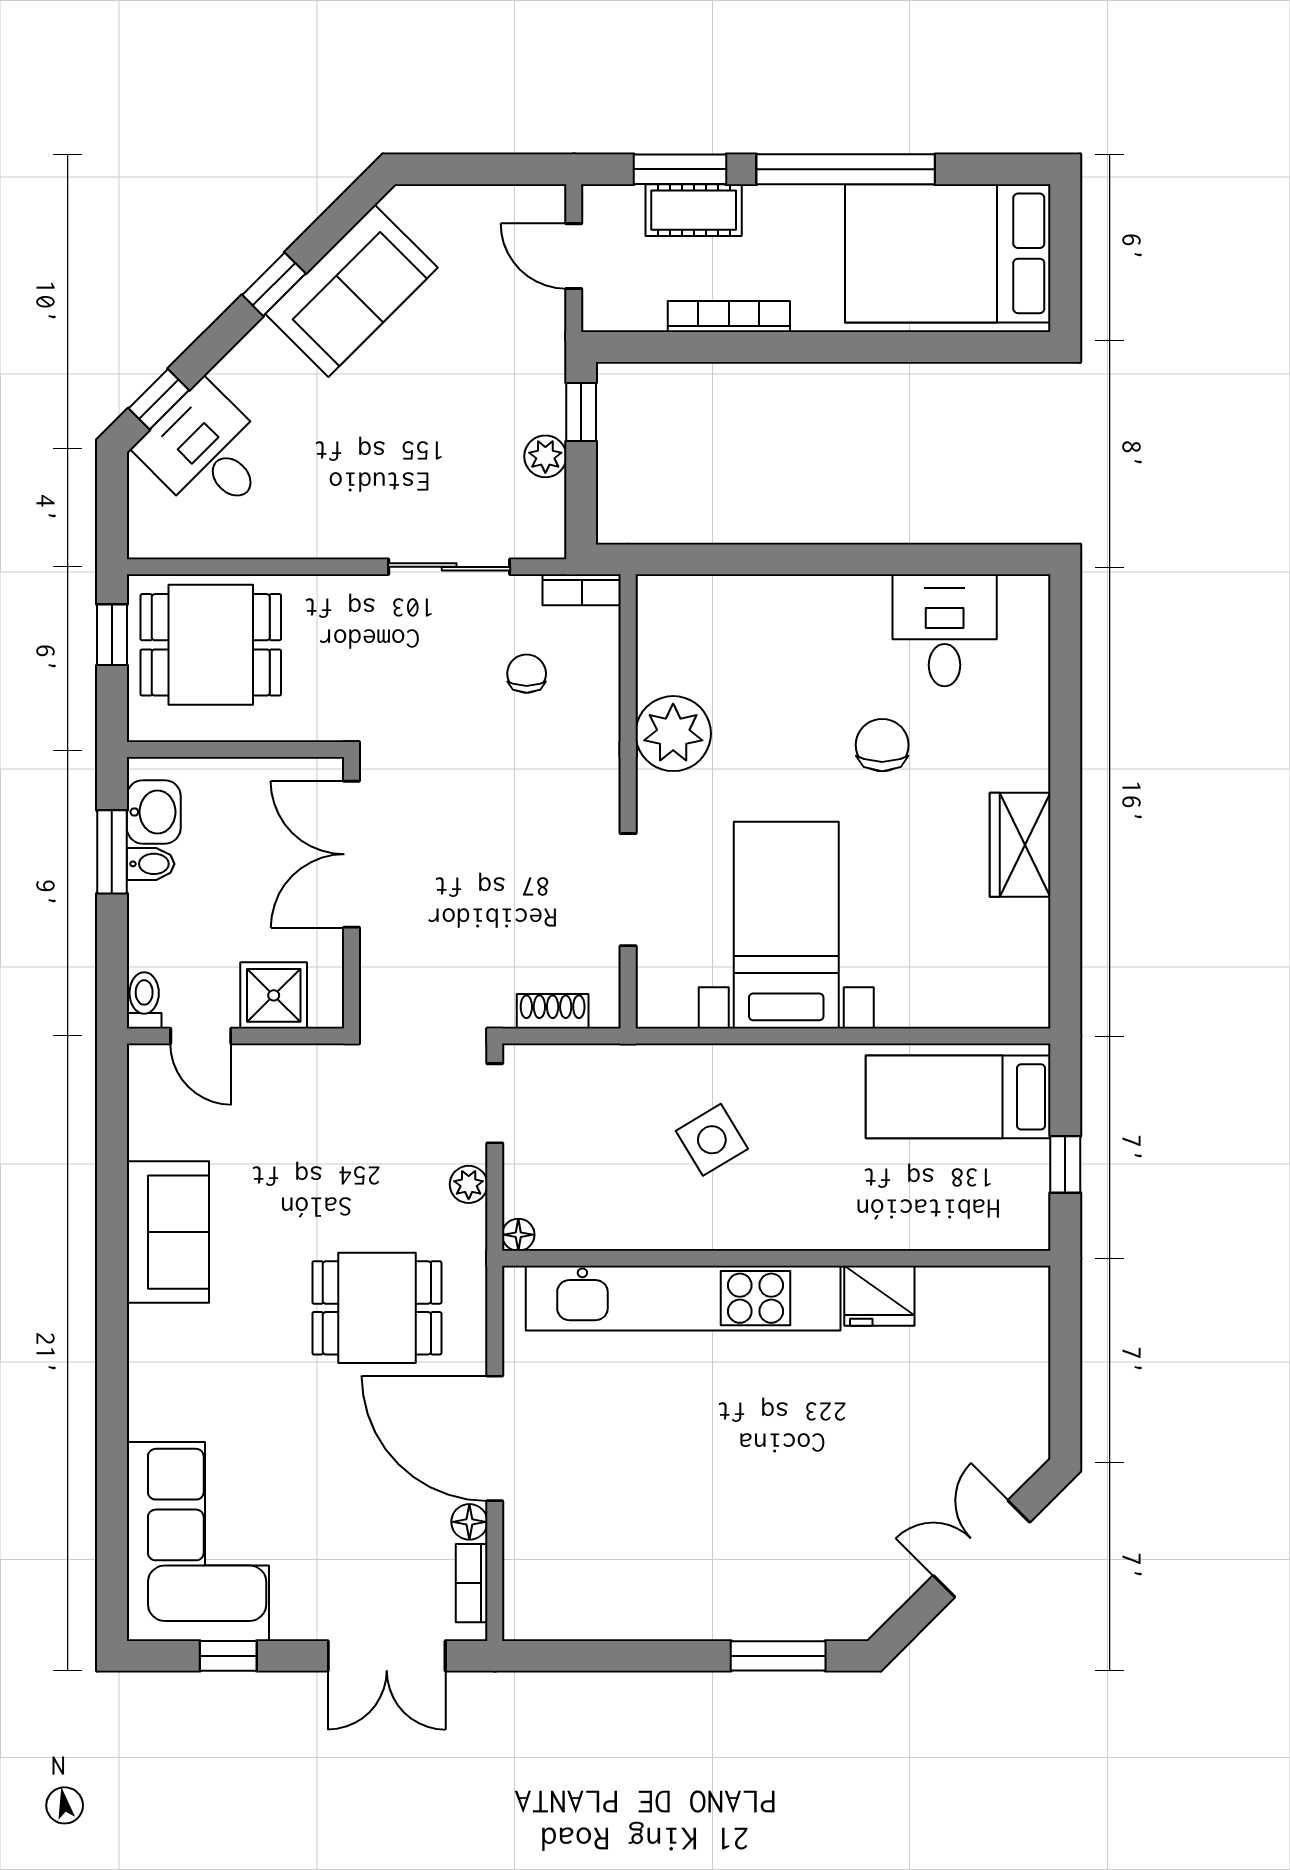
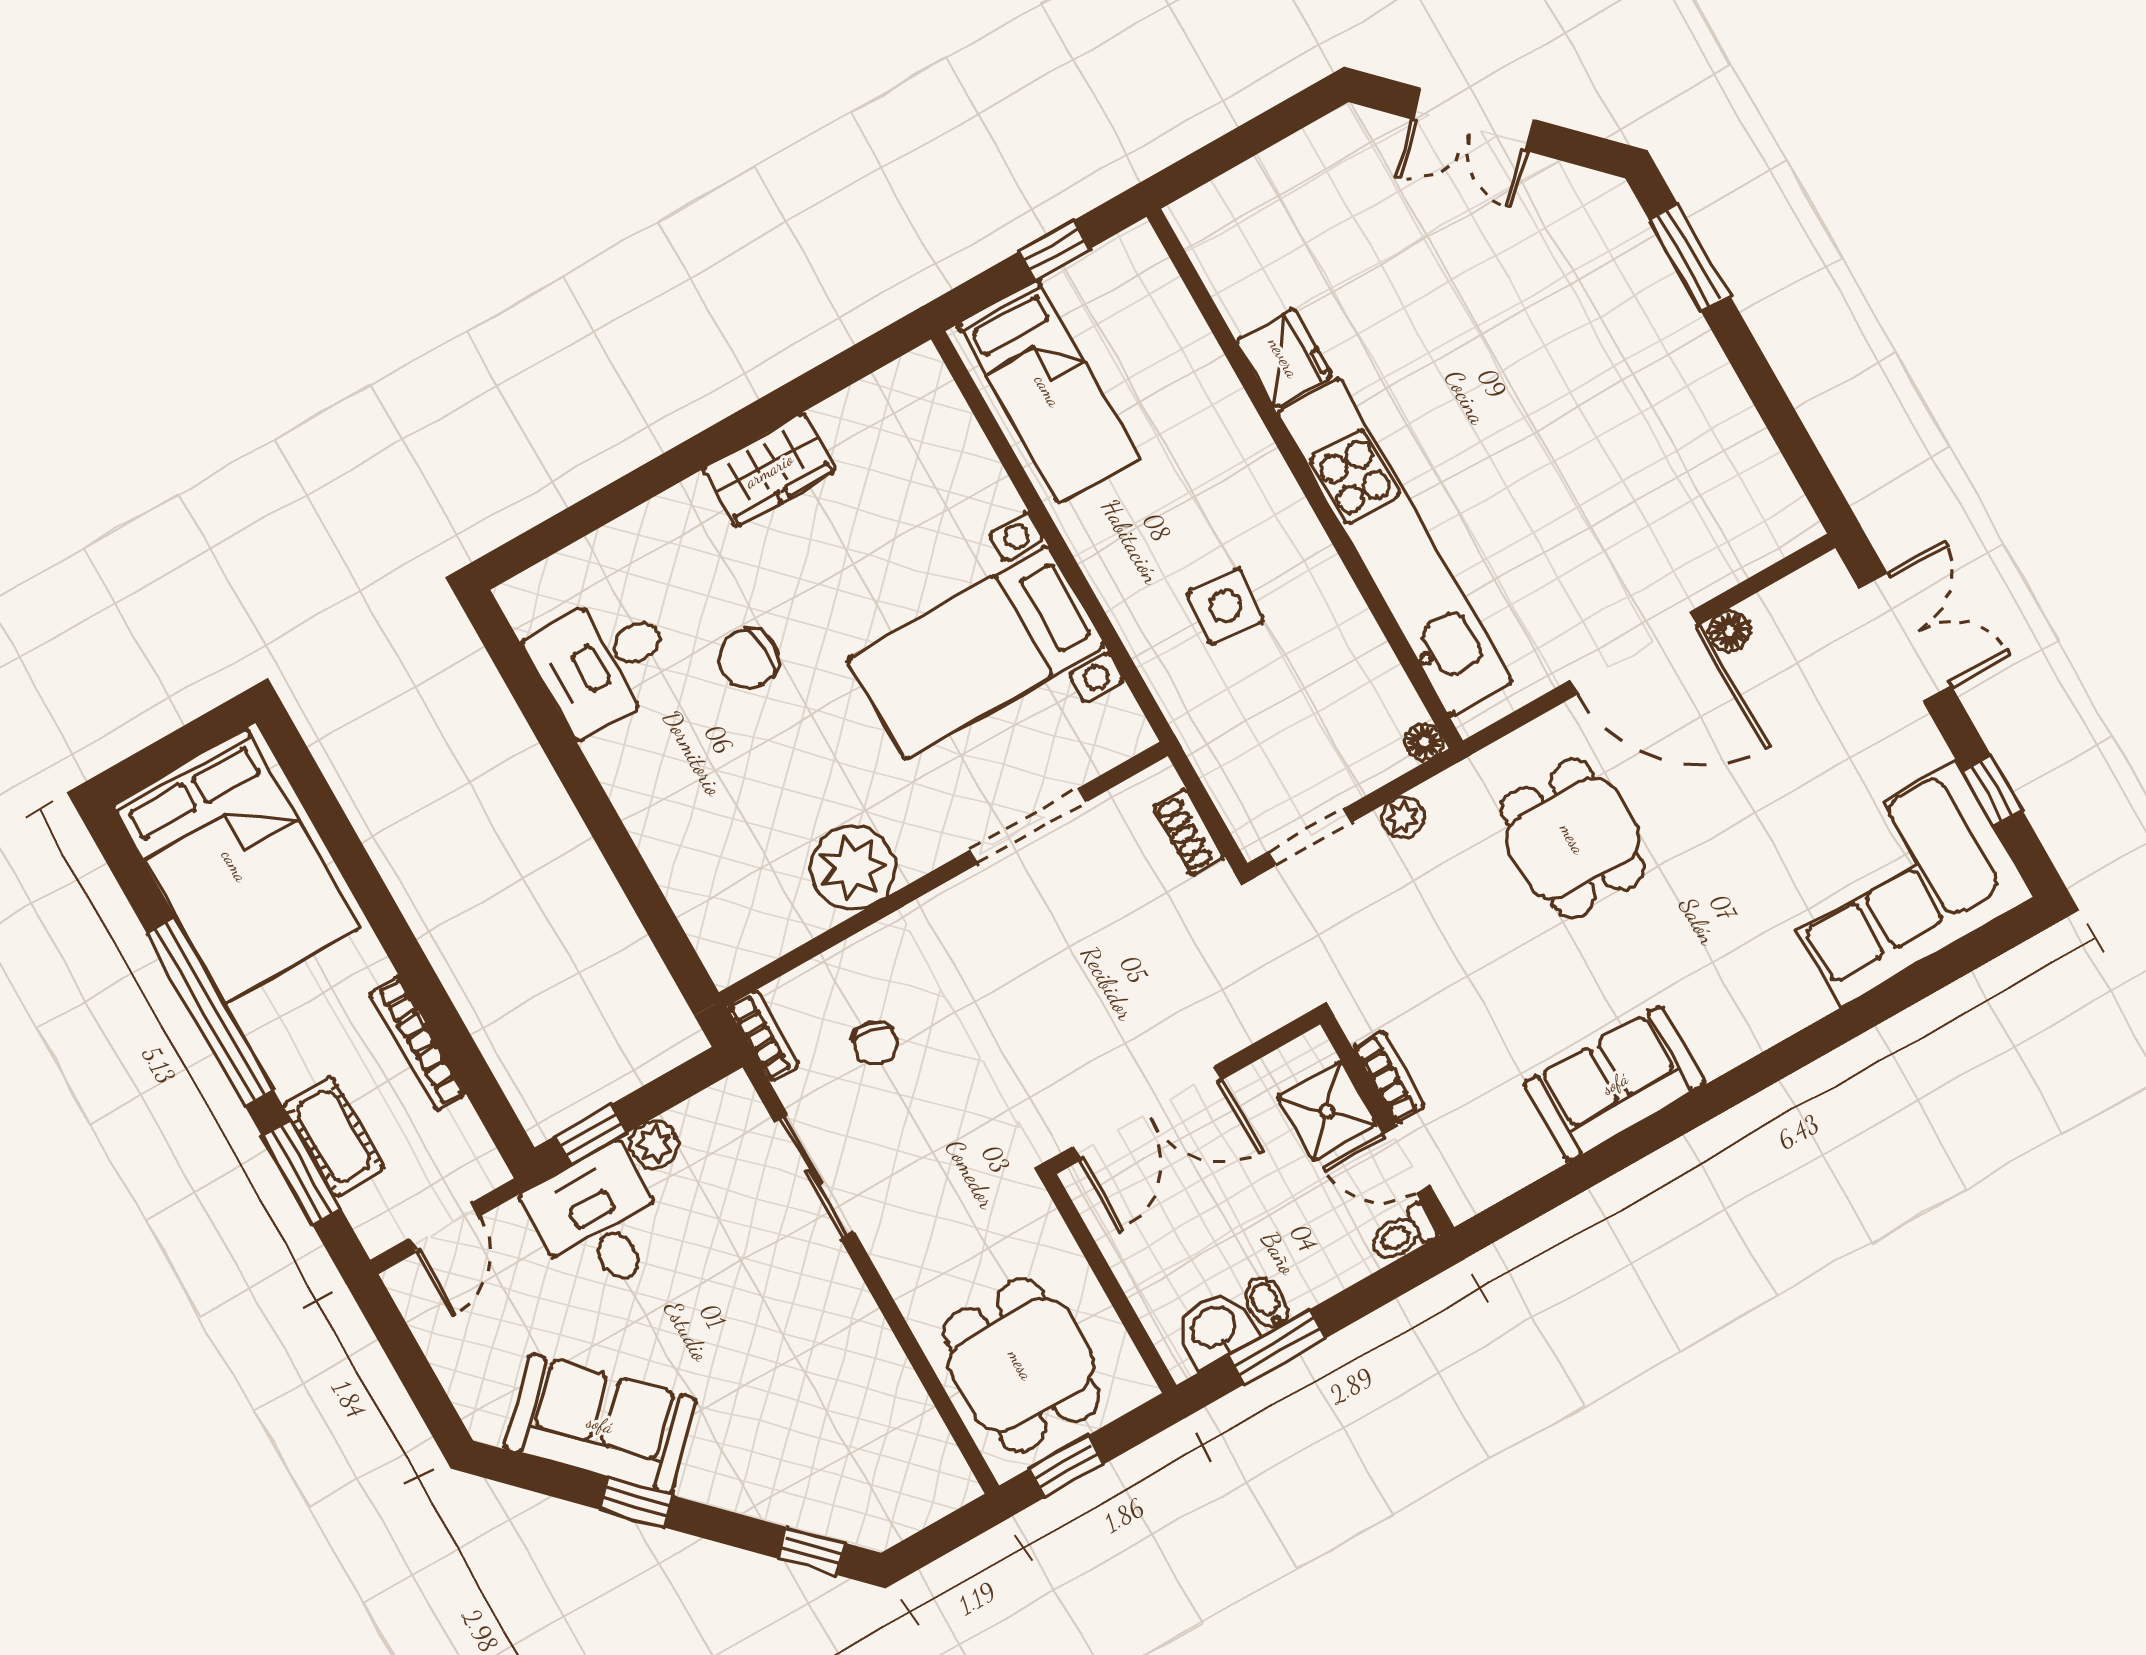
desk: (207, 452) -> (599, 1222), moved, turned 135
chair: (527, 674) -> (875, 1043), turned -78
door: (201, 1036) -> (1406, 1159), swing flipped
side table: (712, 1140) -> (1225, 606), turned 36
door: (495, 1438) -> (1635, 653), hinge flipped
bookcase: (472, 1583) -> (1389, 1077), moved, turned -90

